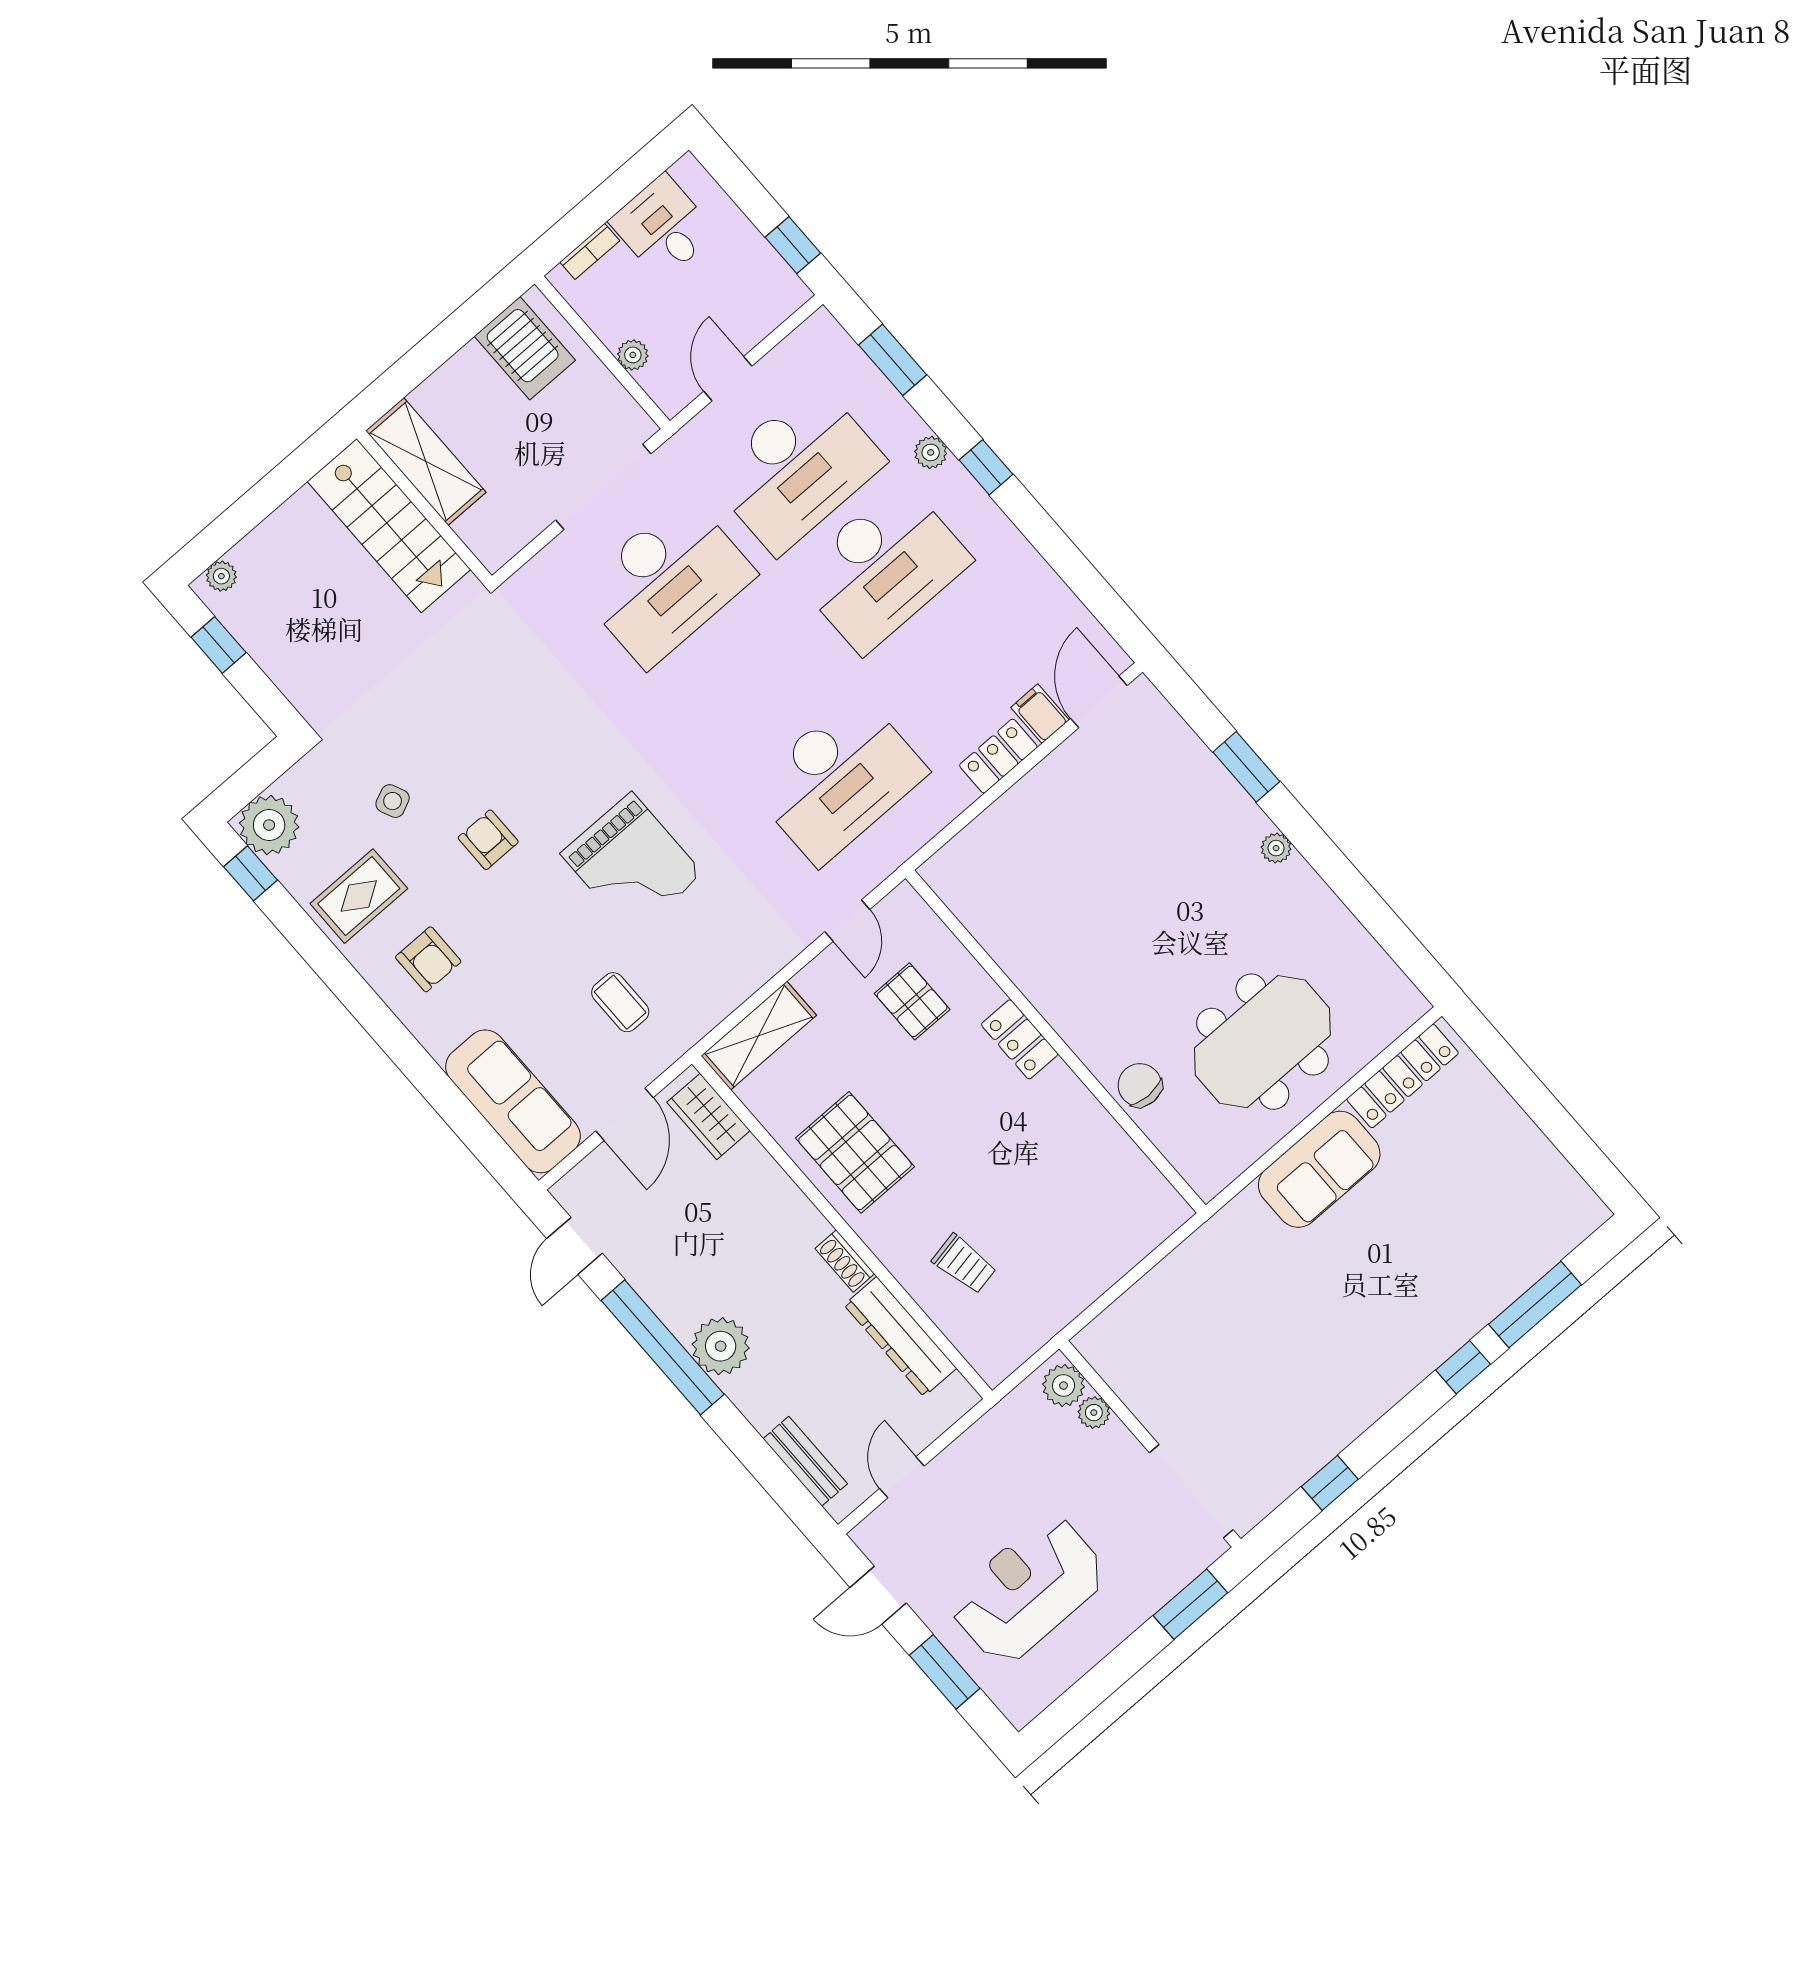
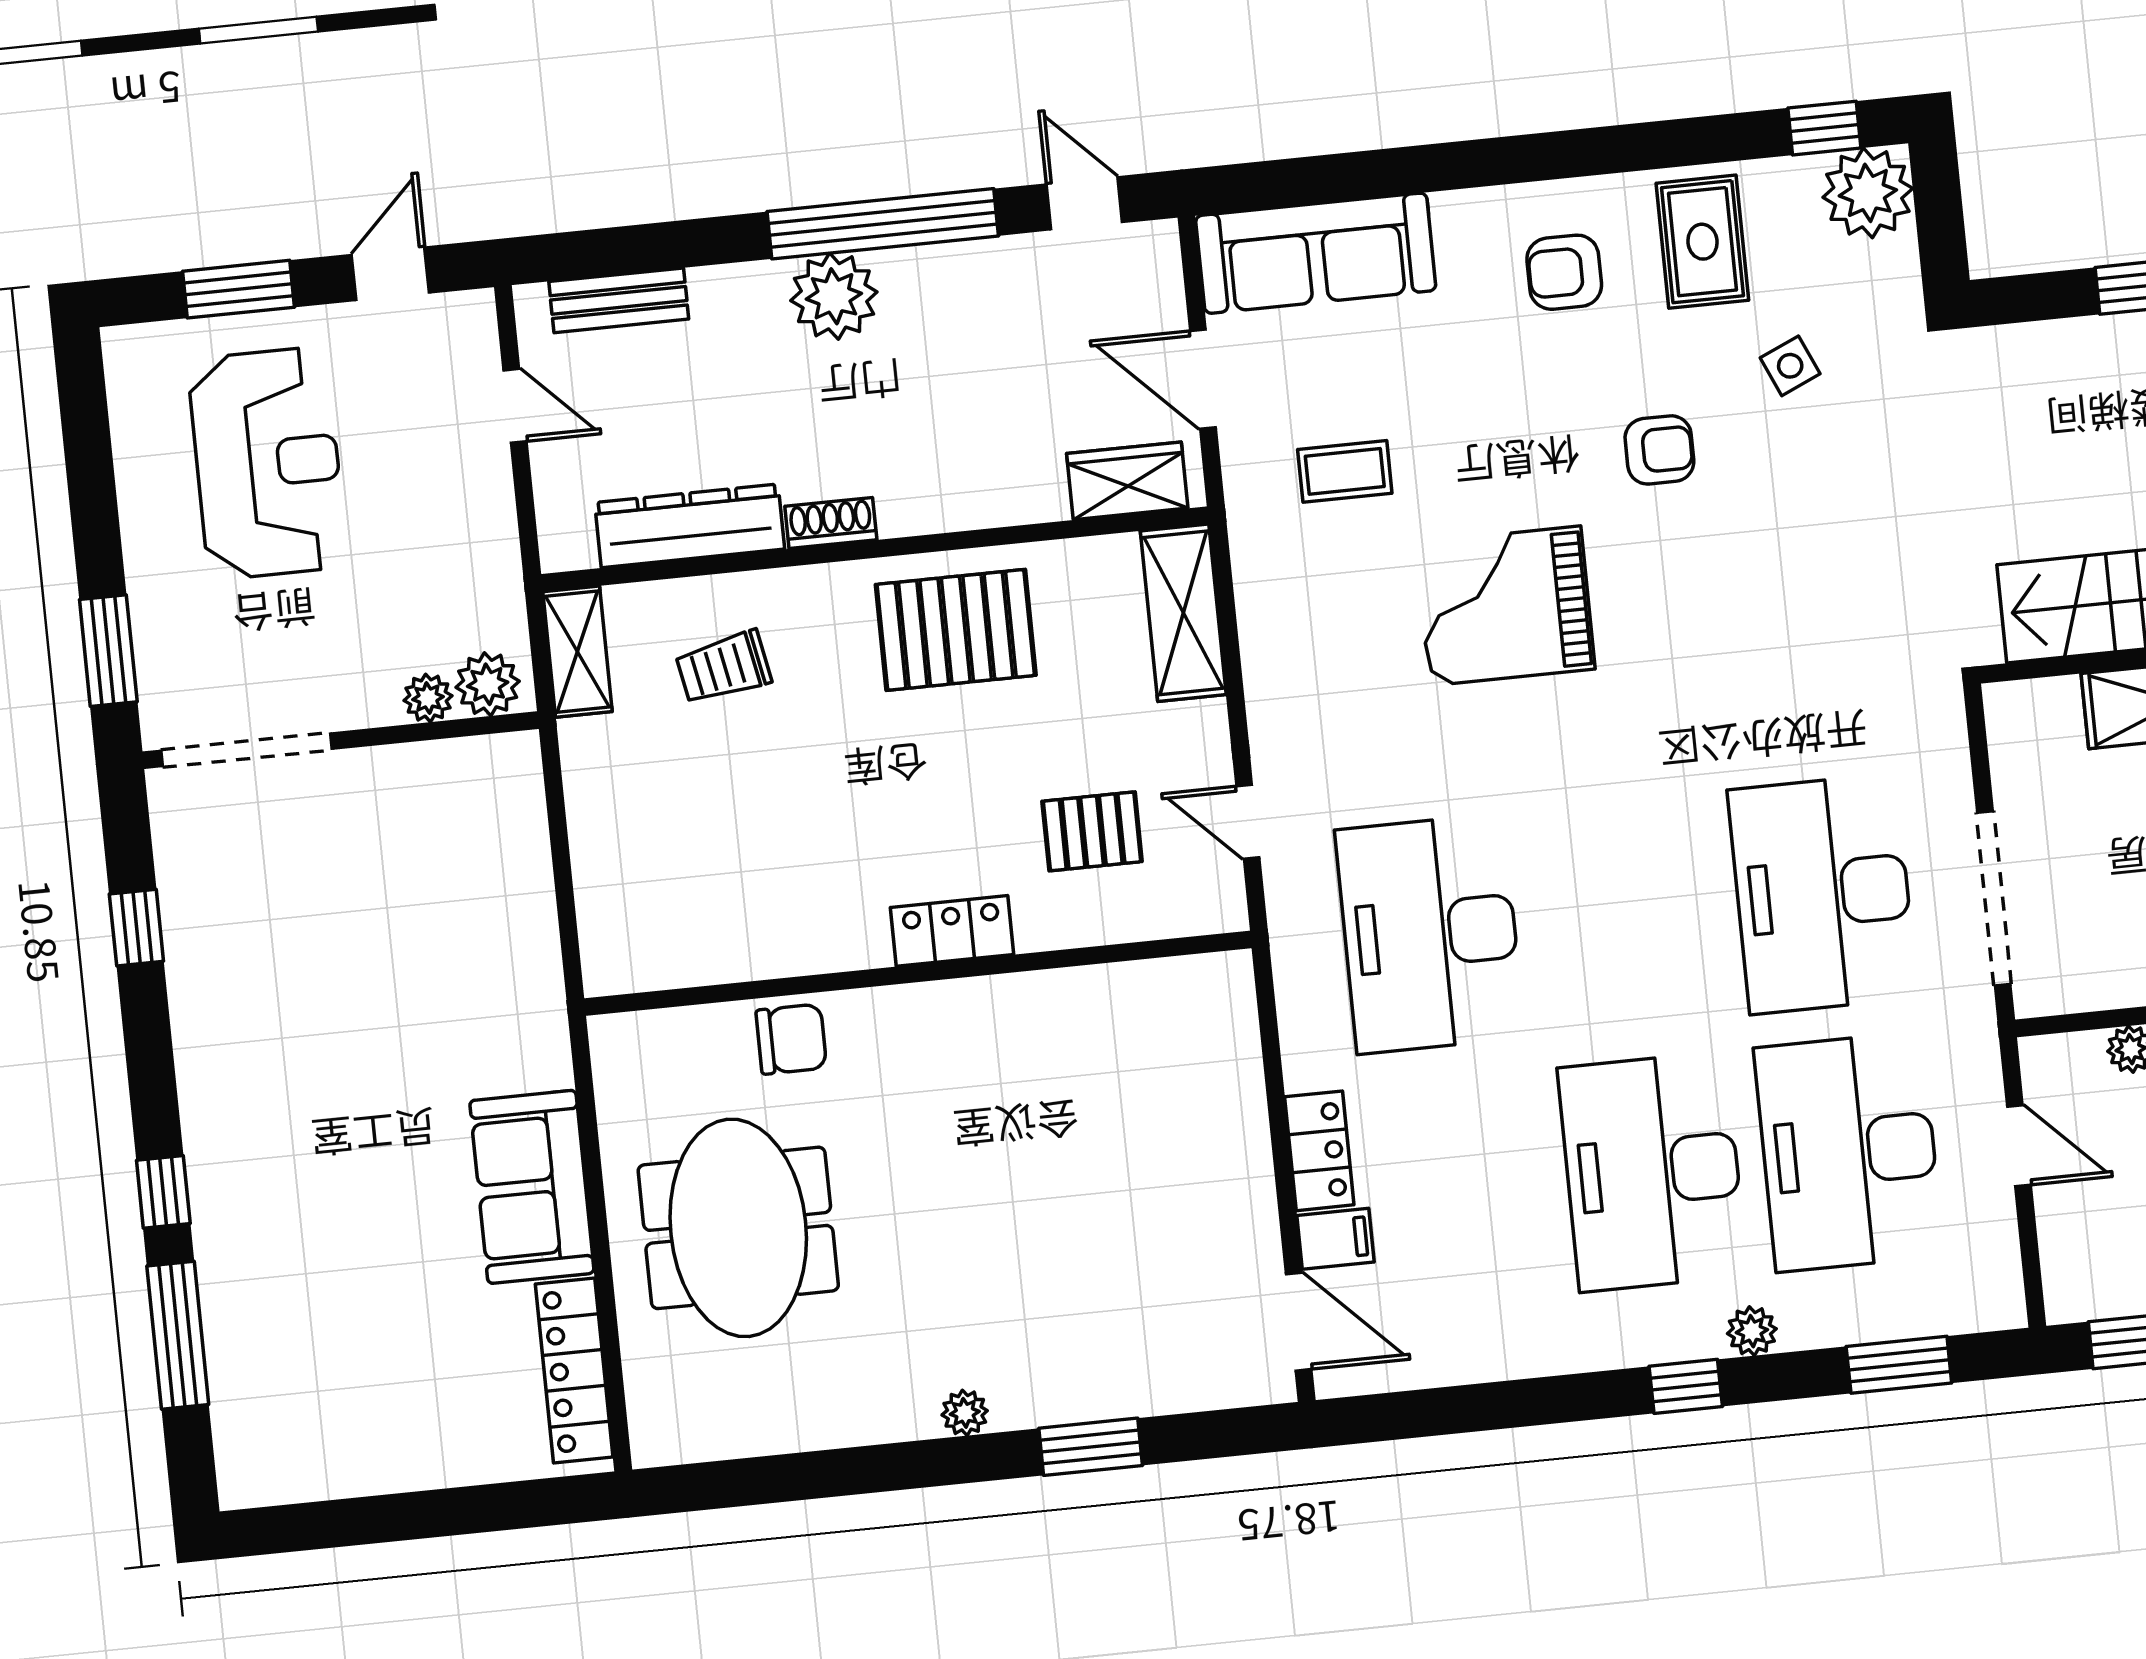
shelving: (1011, 1349) -> (578, 652), added

